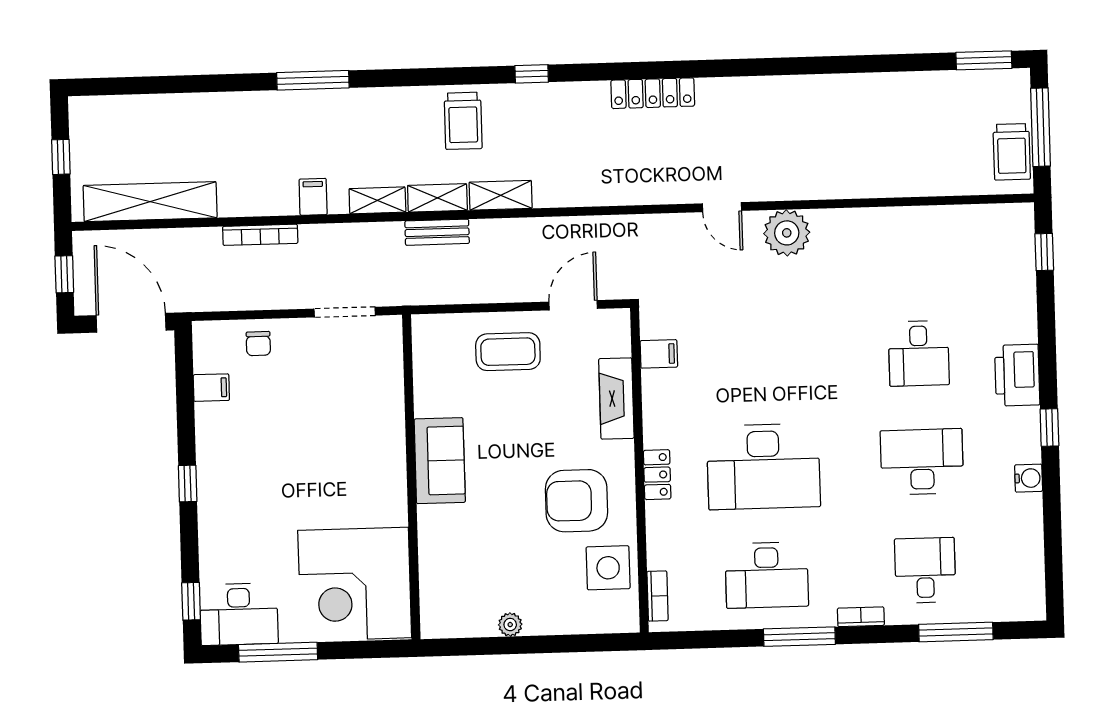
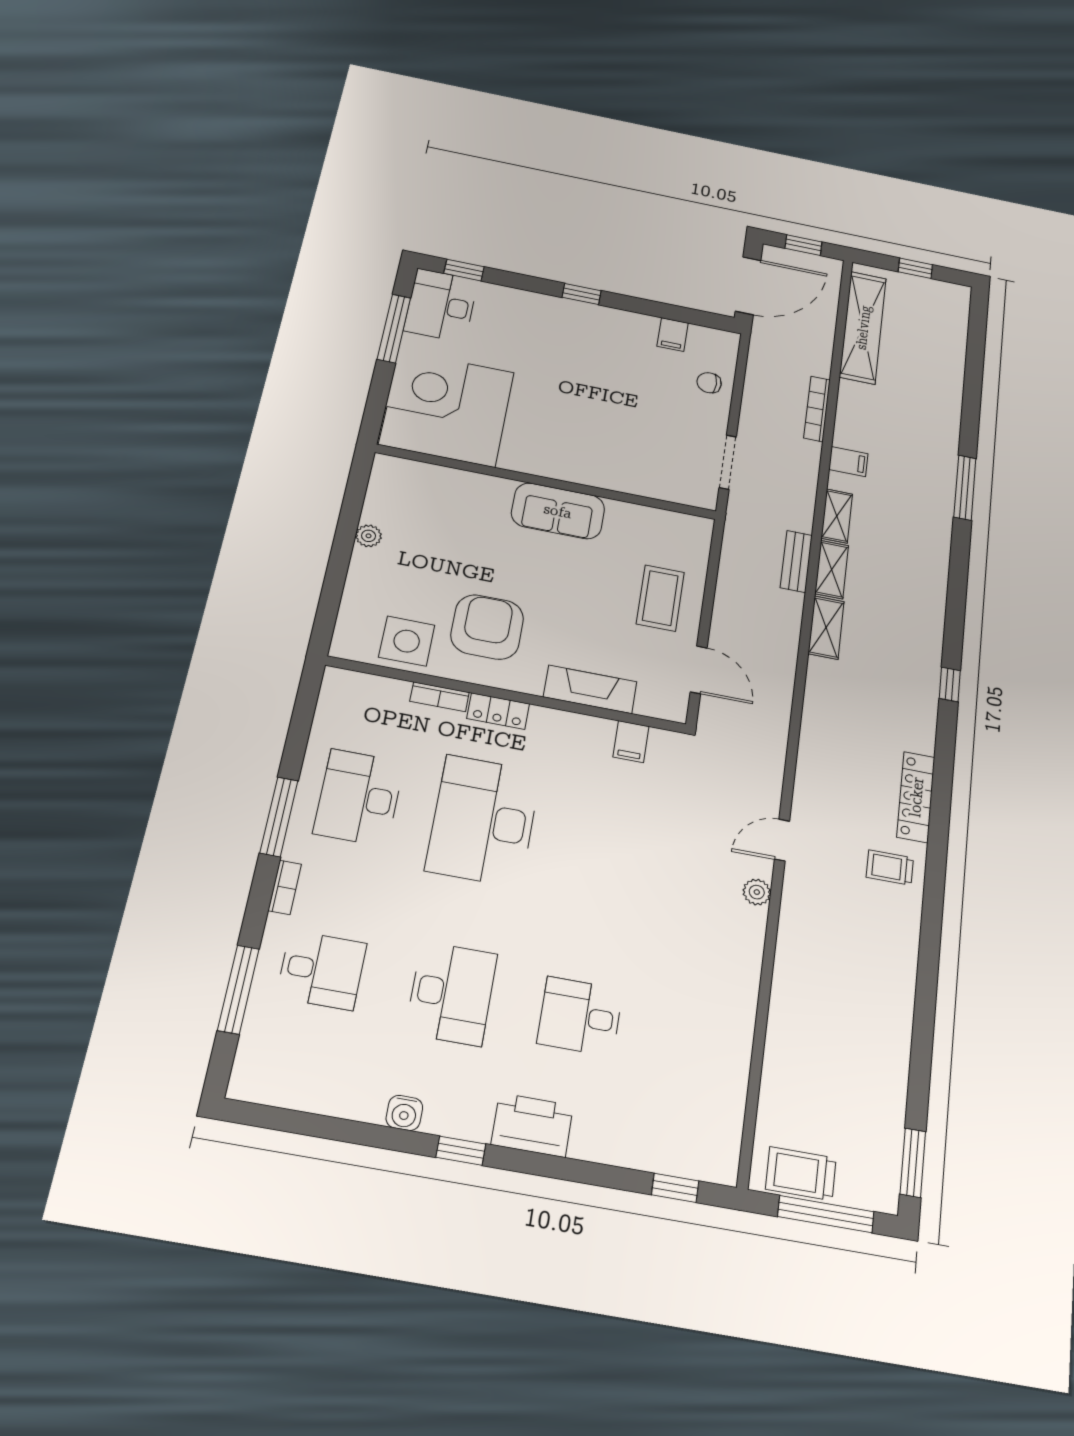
trolley: (463, 121) -> (890, 868), moved, width x0.73, depth x0.72
plant: (787, 233) -> (757, 892), width x0.53, depth x0.53
bookcase: (658, 596) -> (439, 697), moved

